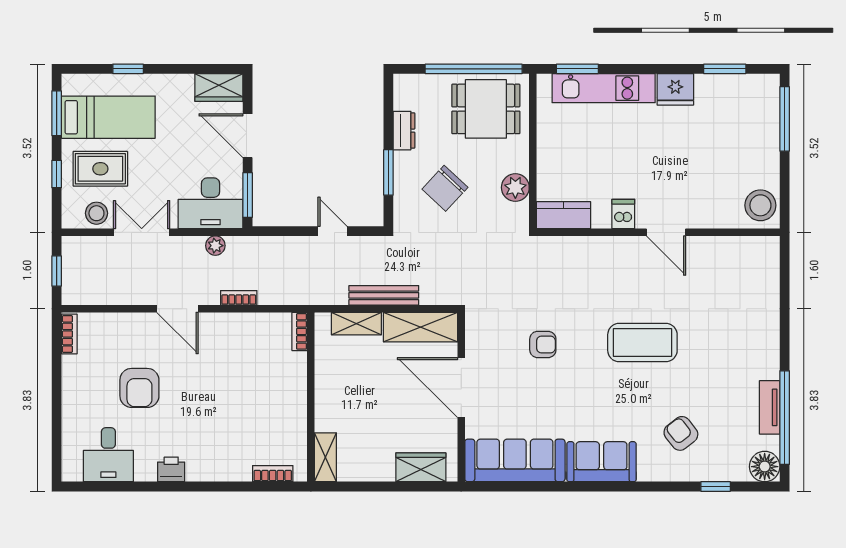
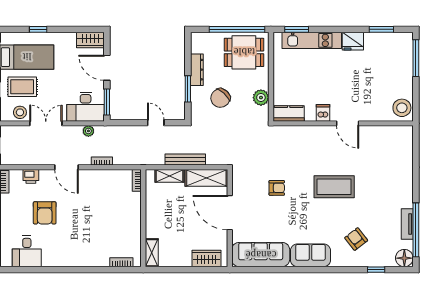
dresser: (404, 131) -> (197, 70), width x1.44
printer: (171, 469) -> (31, 176), moved, turned 180

